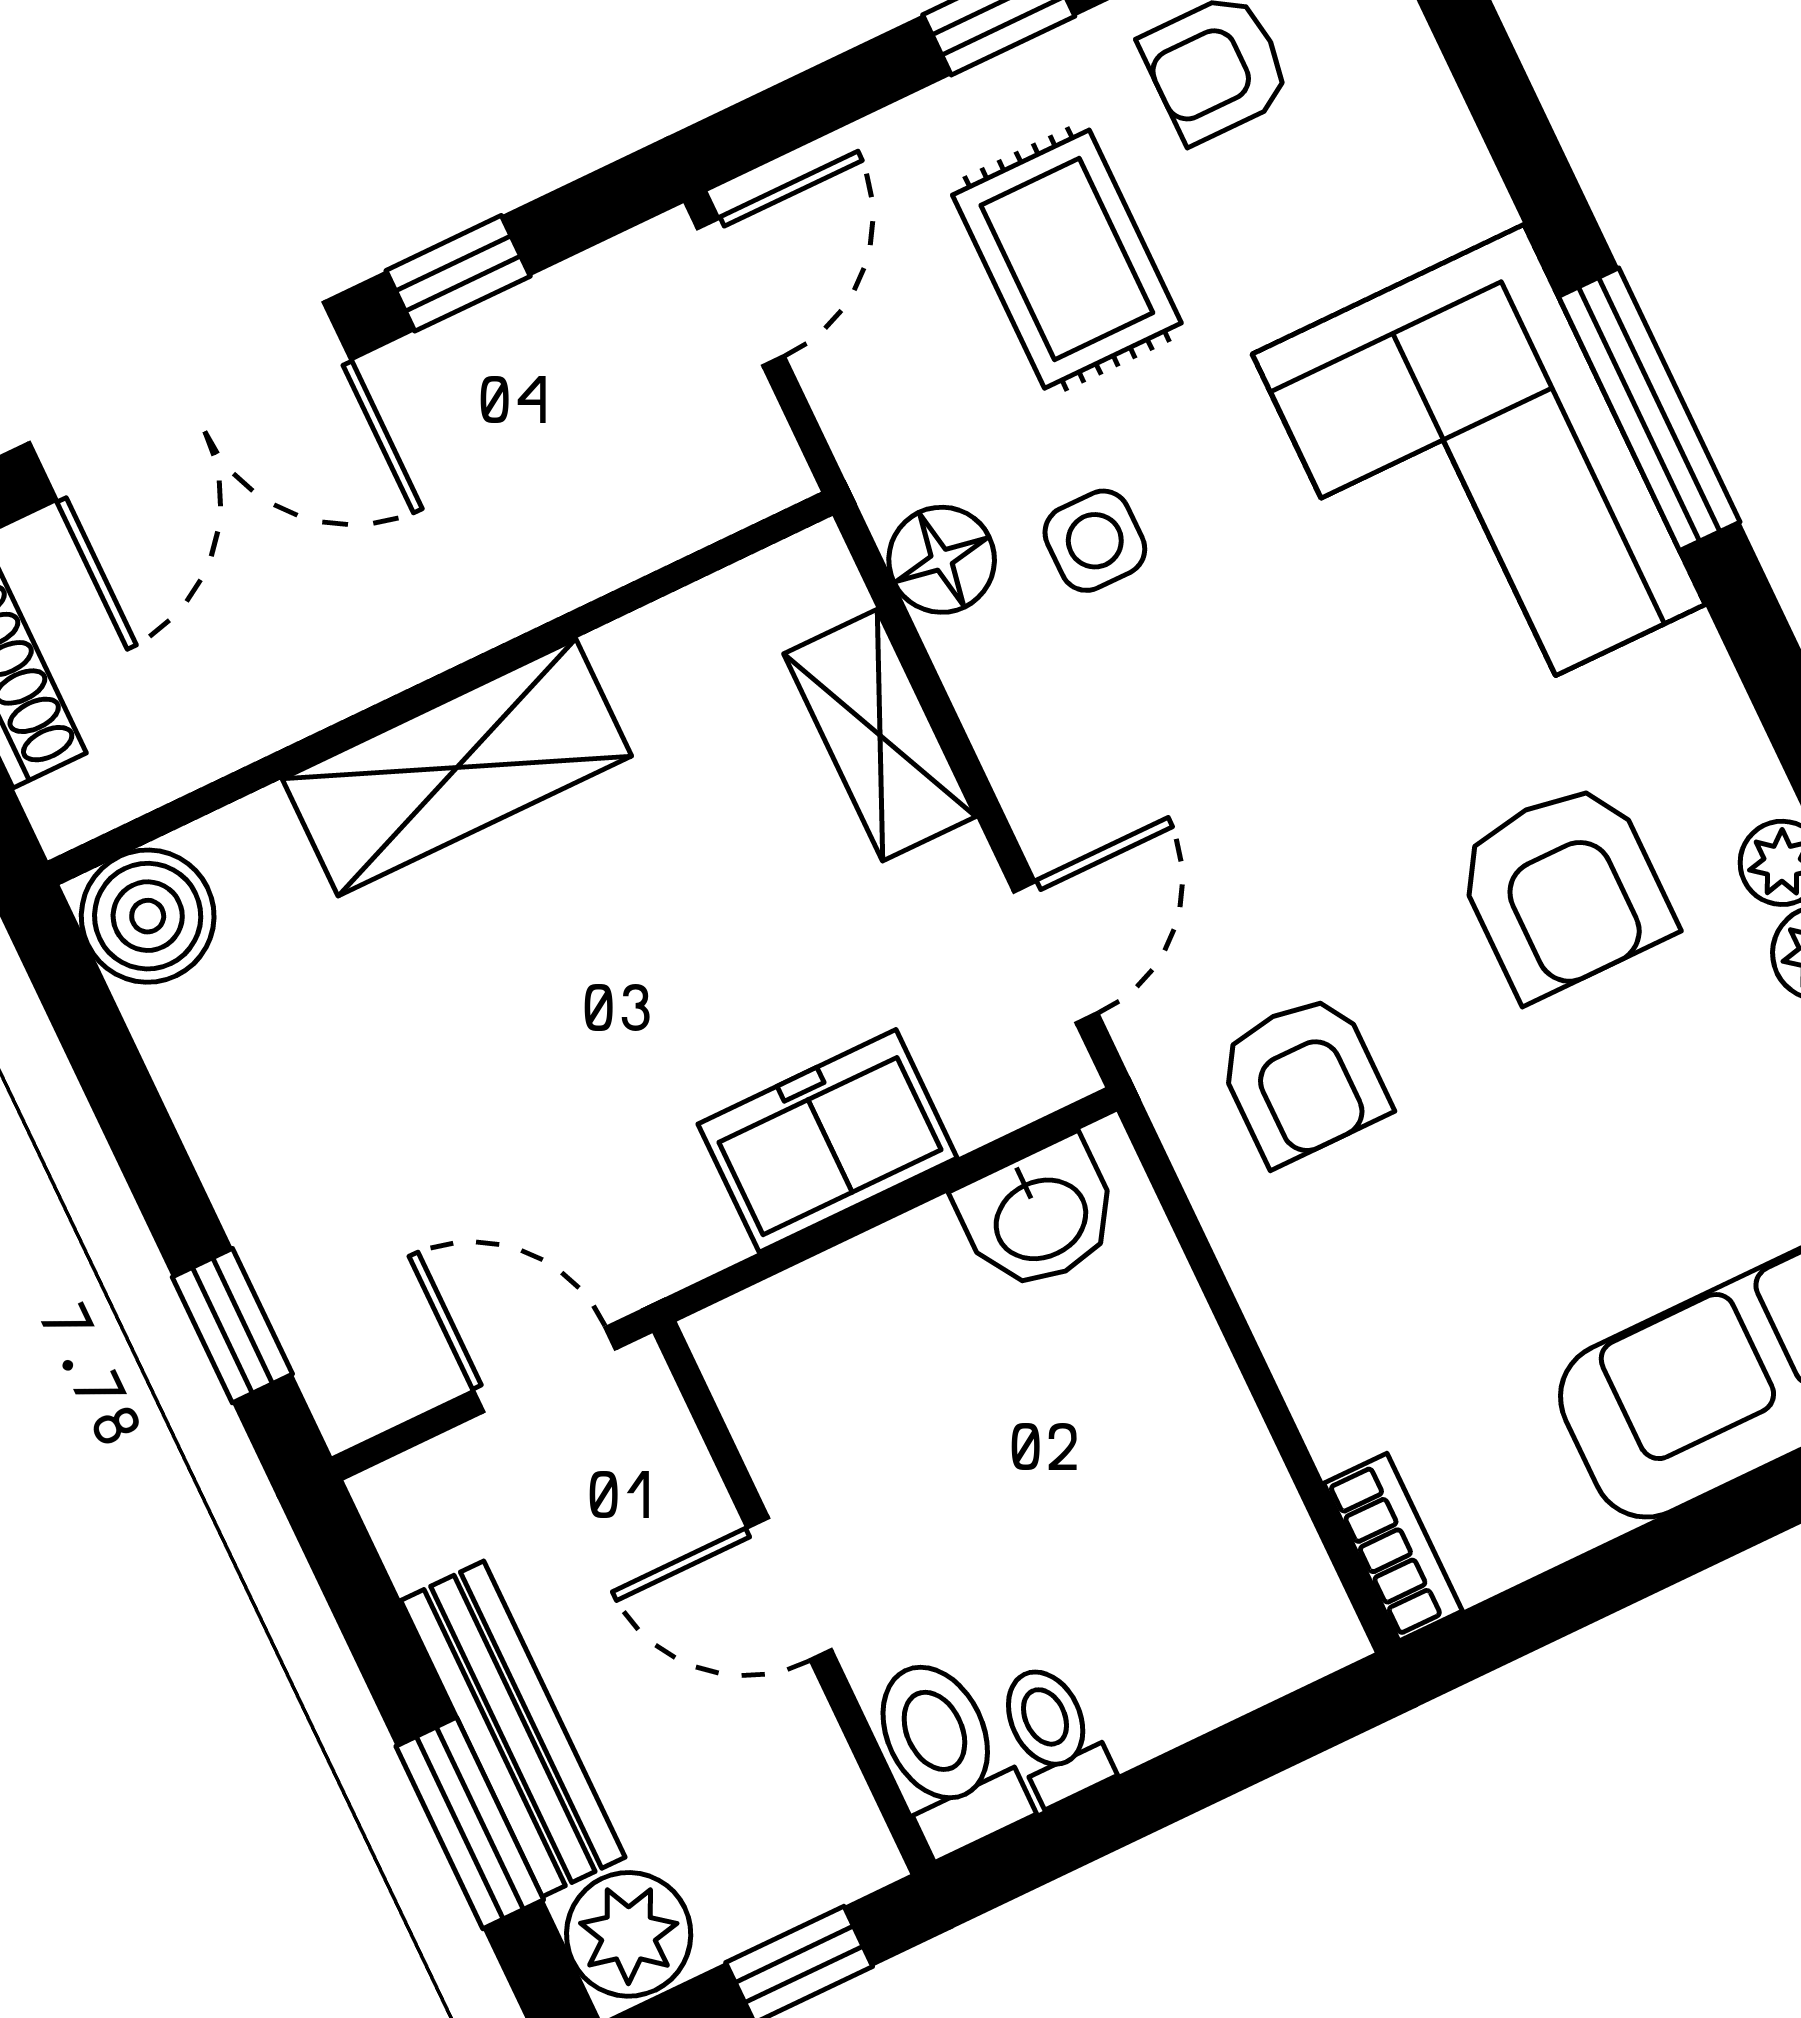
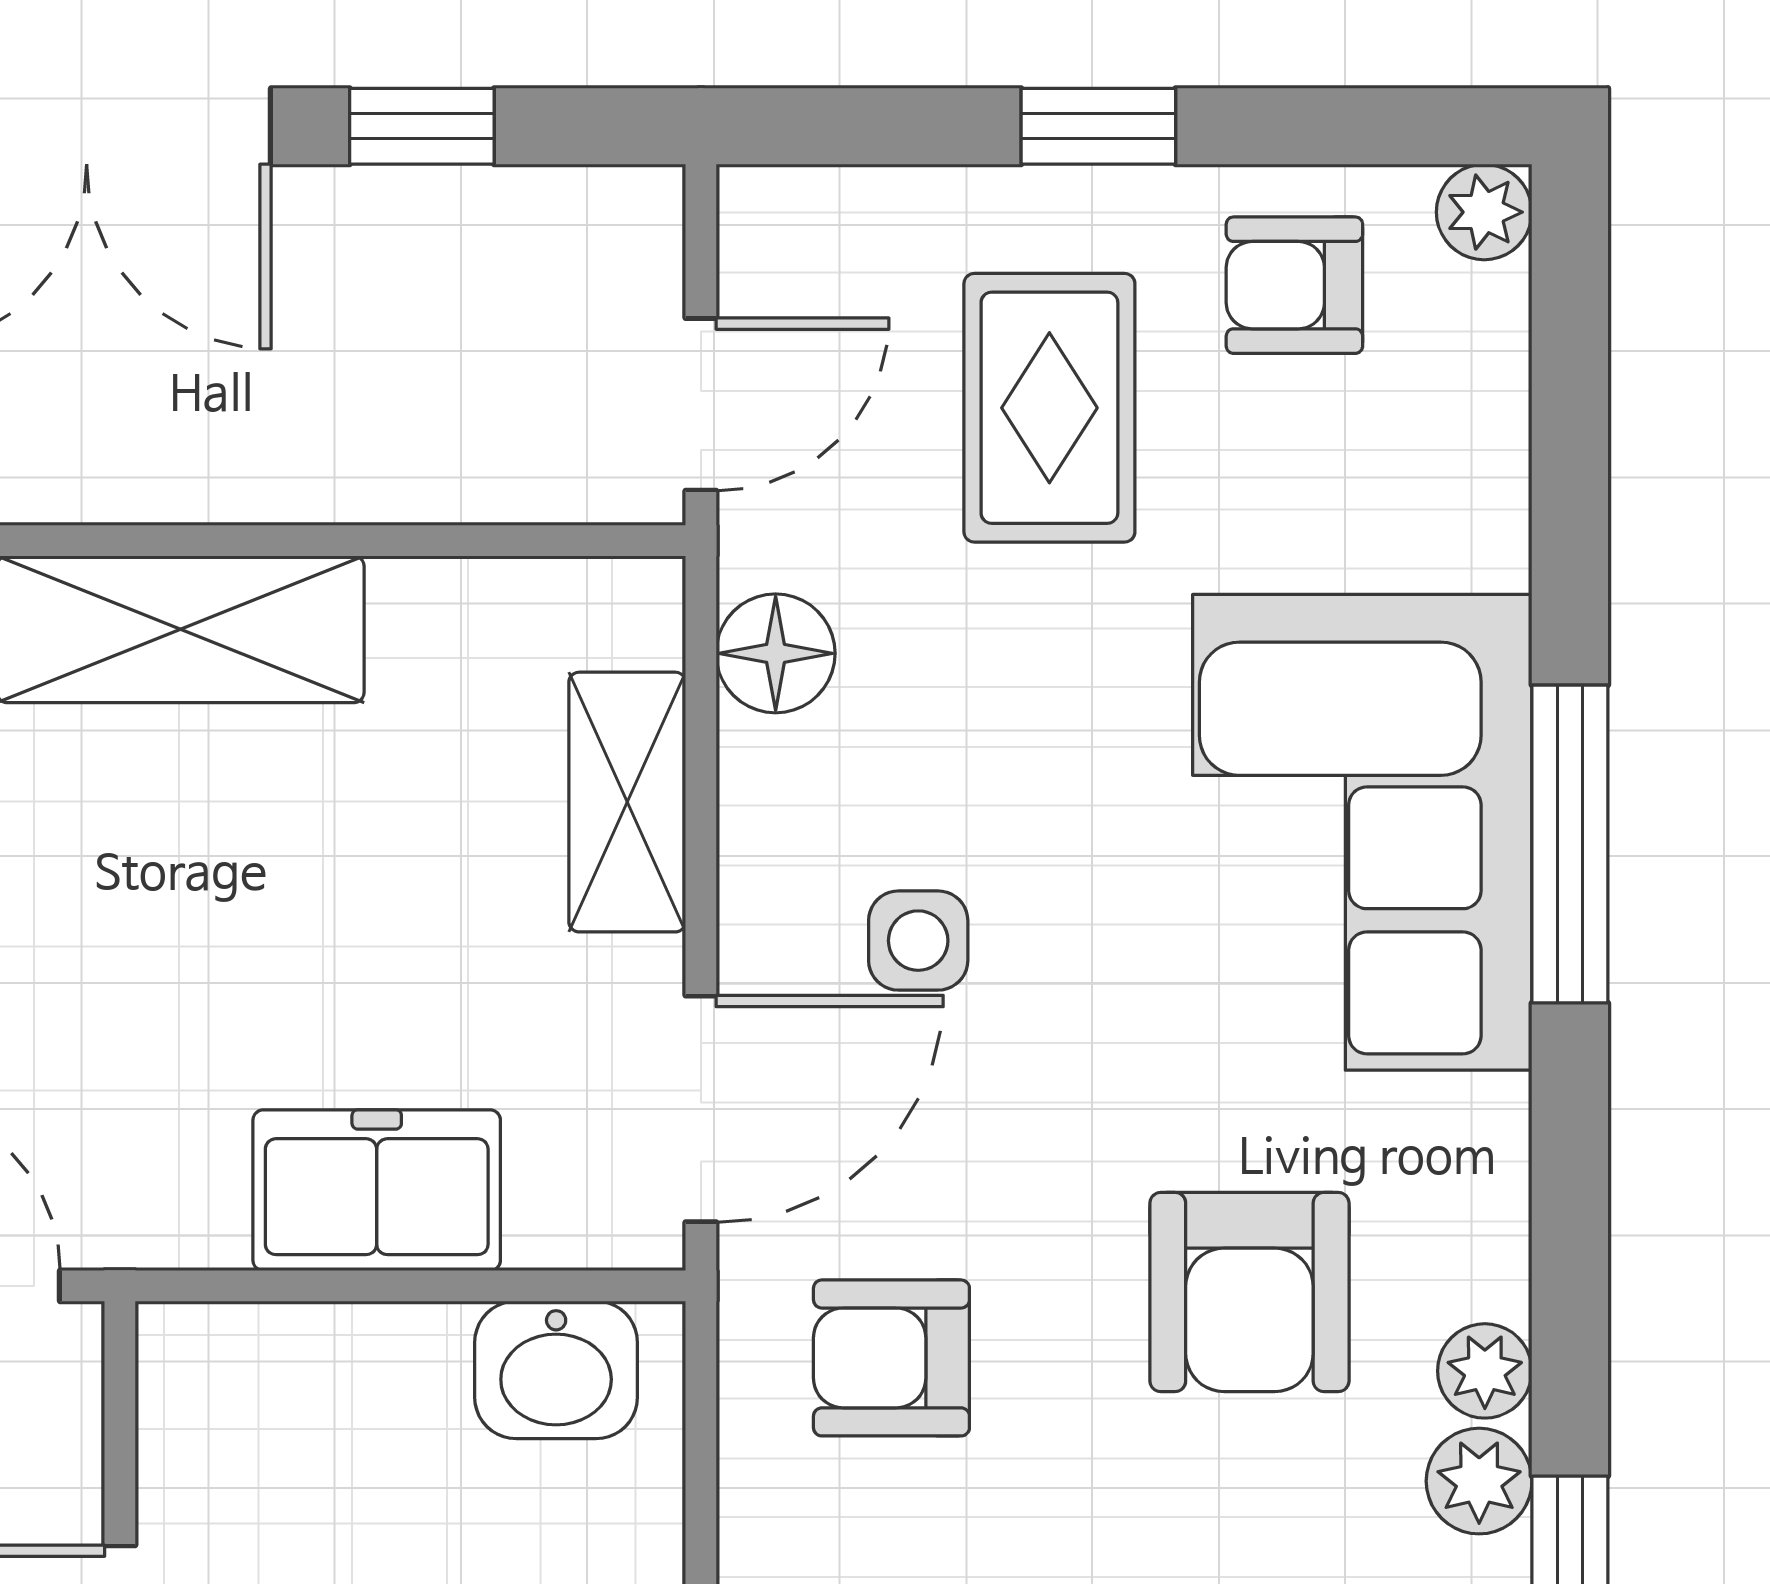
door: (741, 292) -> (701, 404), moved
side table: (1095, 541) -> (918, 941), moved
door: (1056, 952) -> (701, 1109), width x1.38
armchair: (1303, 1079) -> (891, 1358), turned 90

